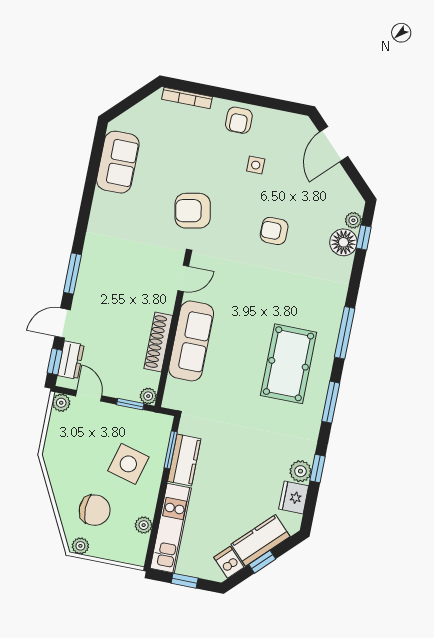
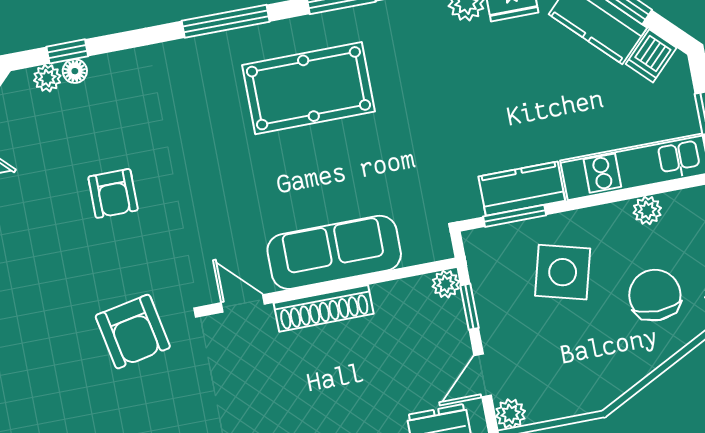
side table: (256, 165) -> (23, 263), removed
floor lamp: (343, 242) -> (75, 71), width x0.53, depth x0.53
shoe rack: (158, 342) -> (324, 308), moved

